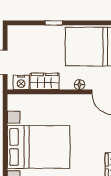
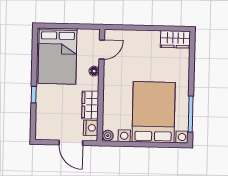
plant: (13, 100) -> (108, 136), added

